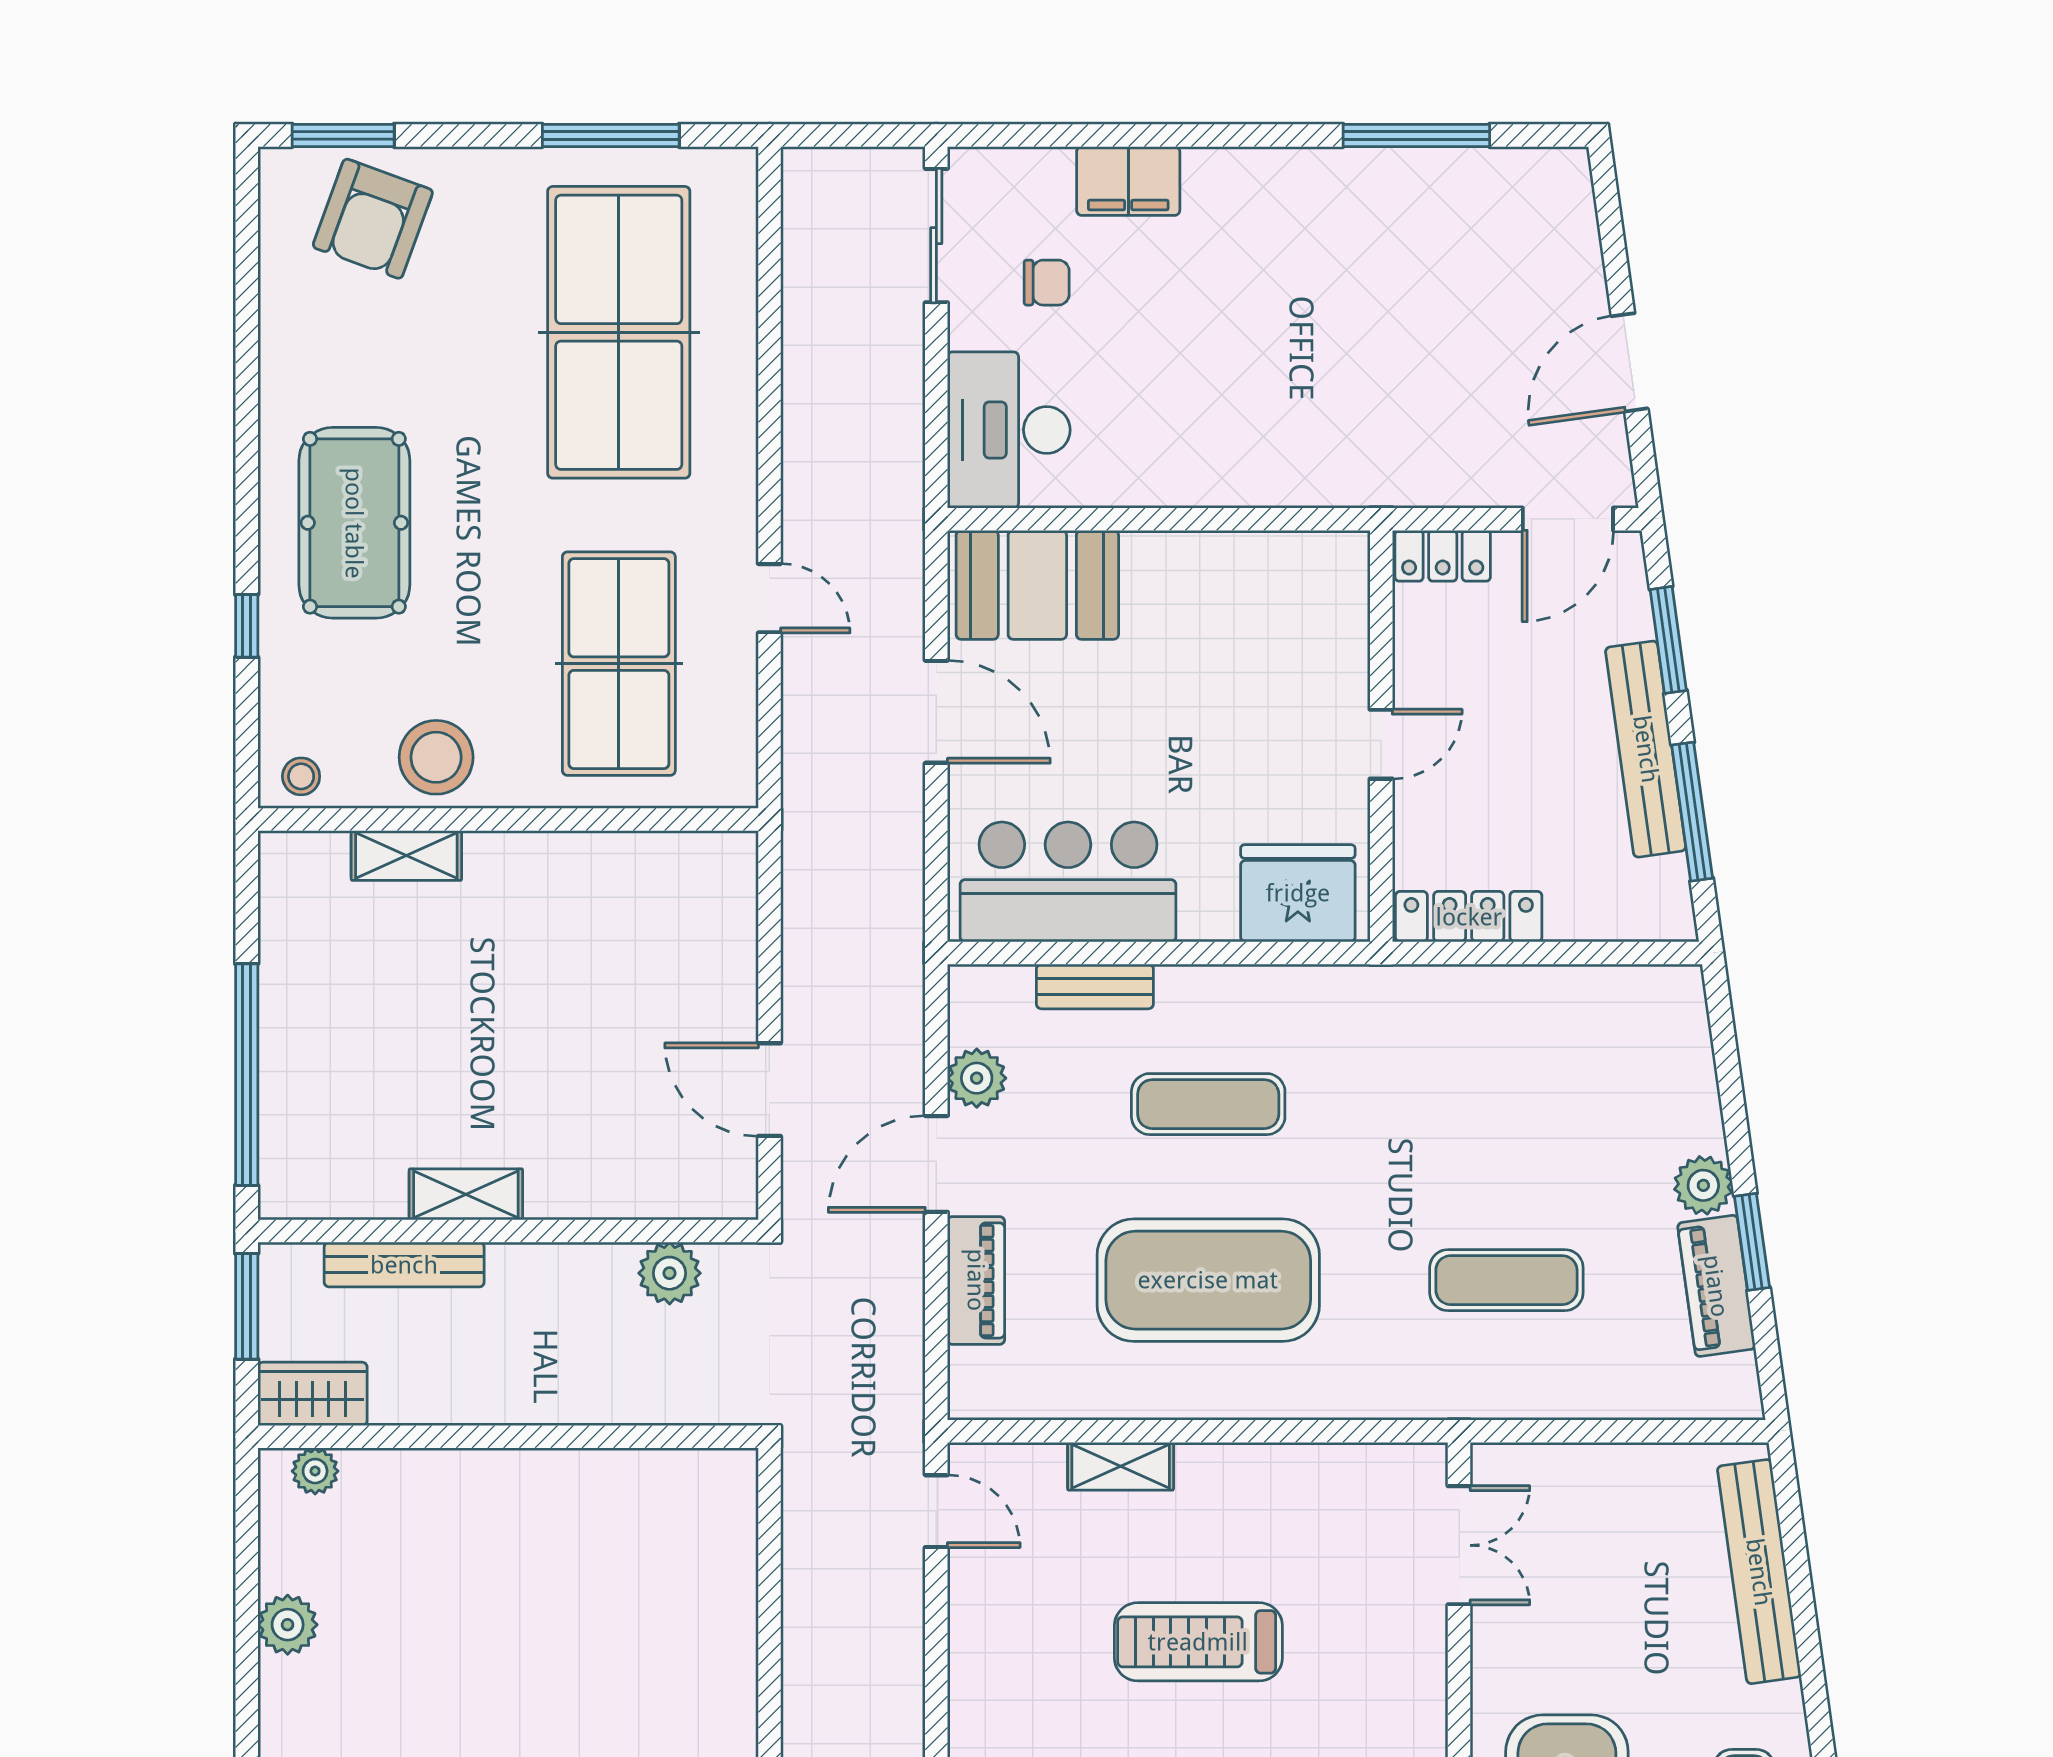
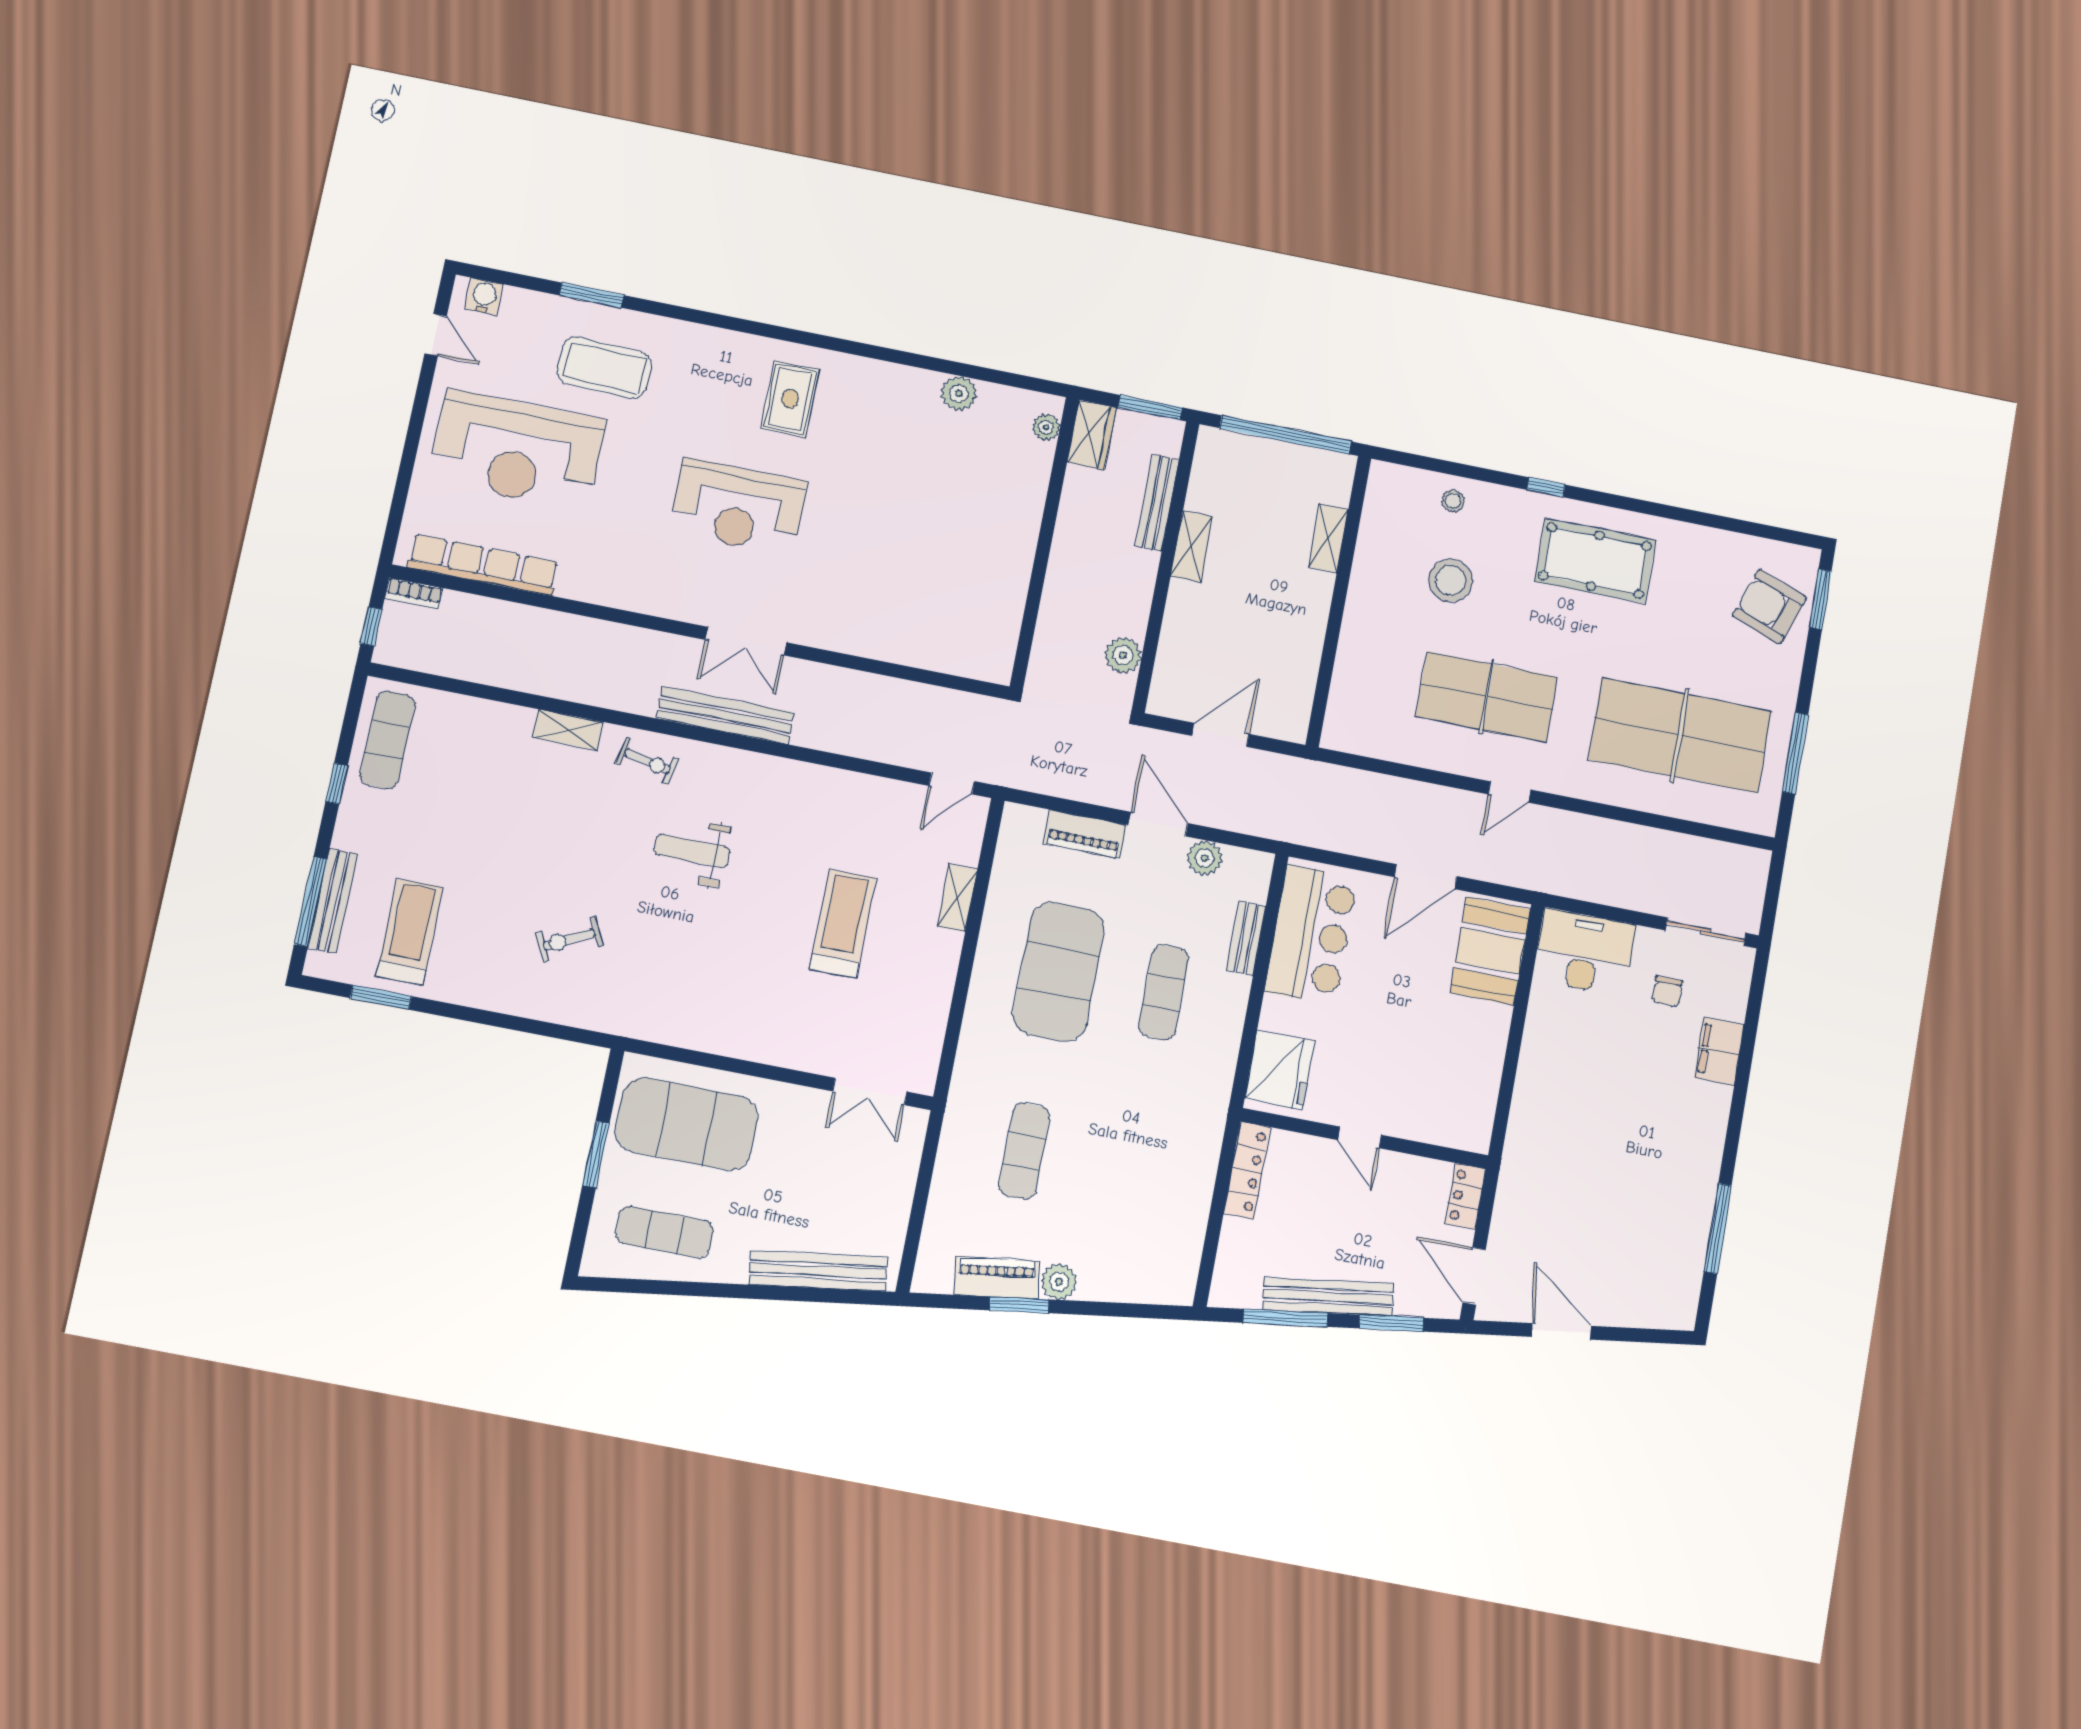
wall: (508, 820) -> (1338, 601), moved
shelving: (406, 855) -> (1328, 538), moved

